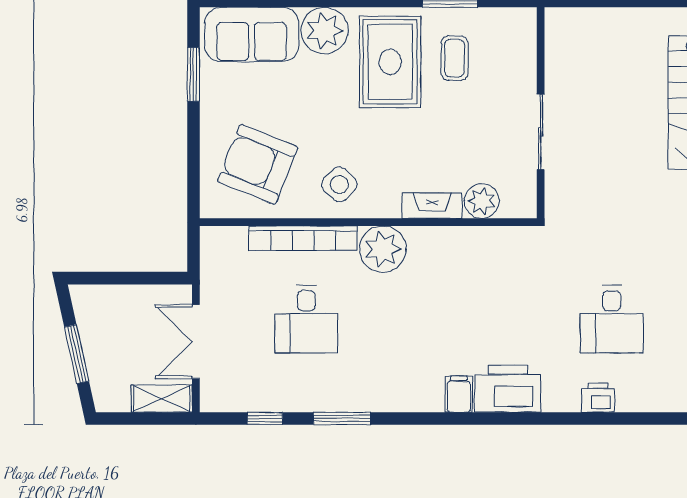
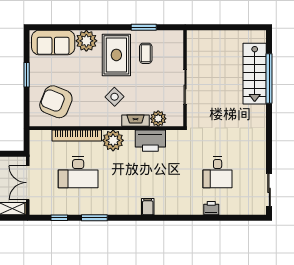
window: (193, 74) -> (27, 75), moved
side table: (339, 184) -> (115, 97), moved
desk: (306, 319) -> (78, 172), width x1.37
printer: (508, 389) -> (150, 141), moved, turned 180

